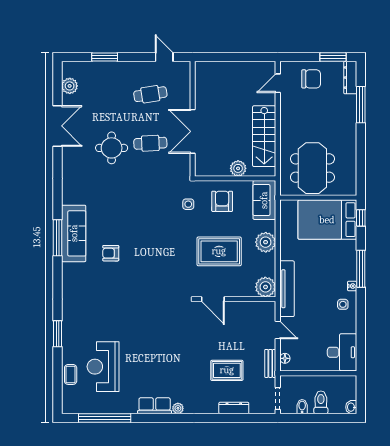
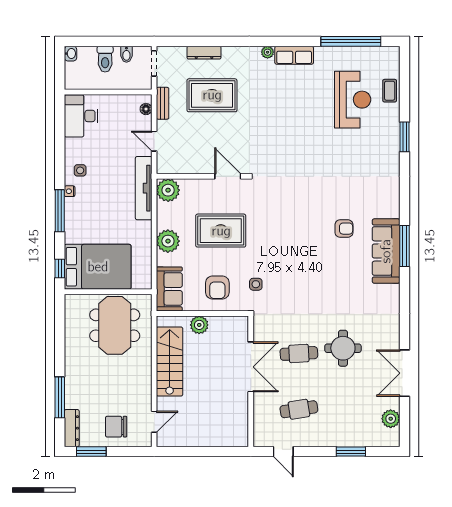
rug: (227, 370) -> (212, 95), width x1.36, depth x1.43

